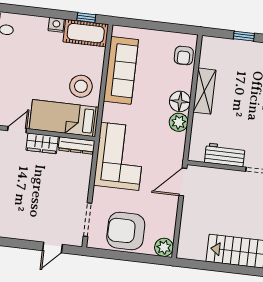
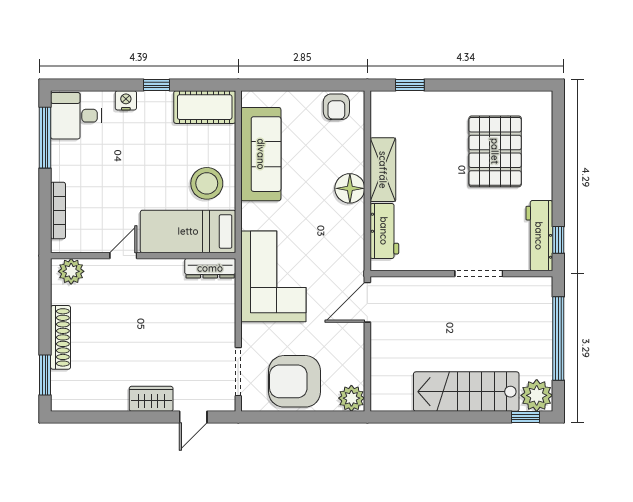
window: (86, 18) -> (156, 85), moved
nightstand: (56, 25) -> (126, 100), moved
window: (244, 36) -> (410, 85), moved
armchair: (184, 56) -> (336, 107), moved
plant: (179, 122) -> (351, 218), removed
wardrobe: (42, 143) -> (151, 399), moved, turned 180
workbench: (225, 155) -> (384, 231), moved, turned 90

